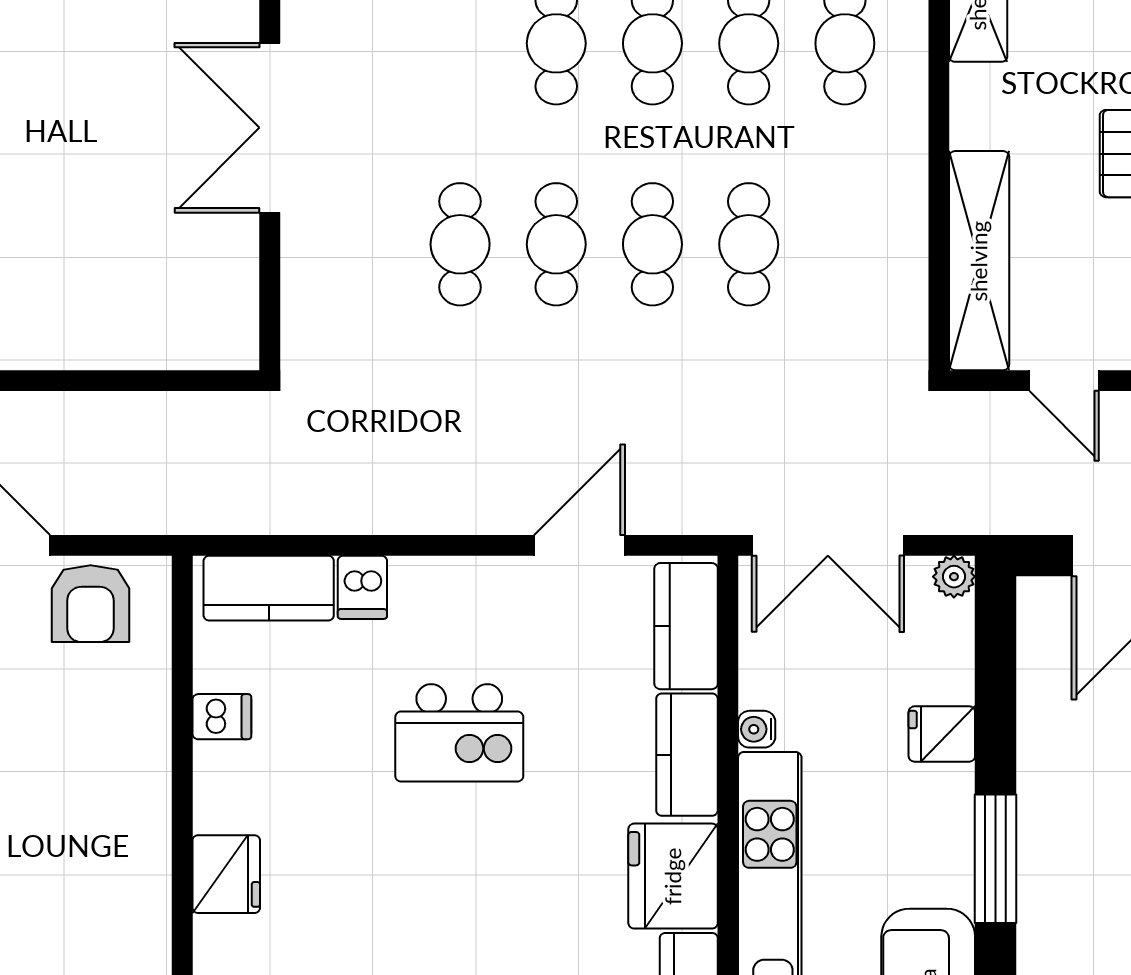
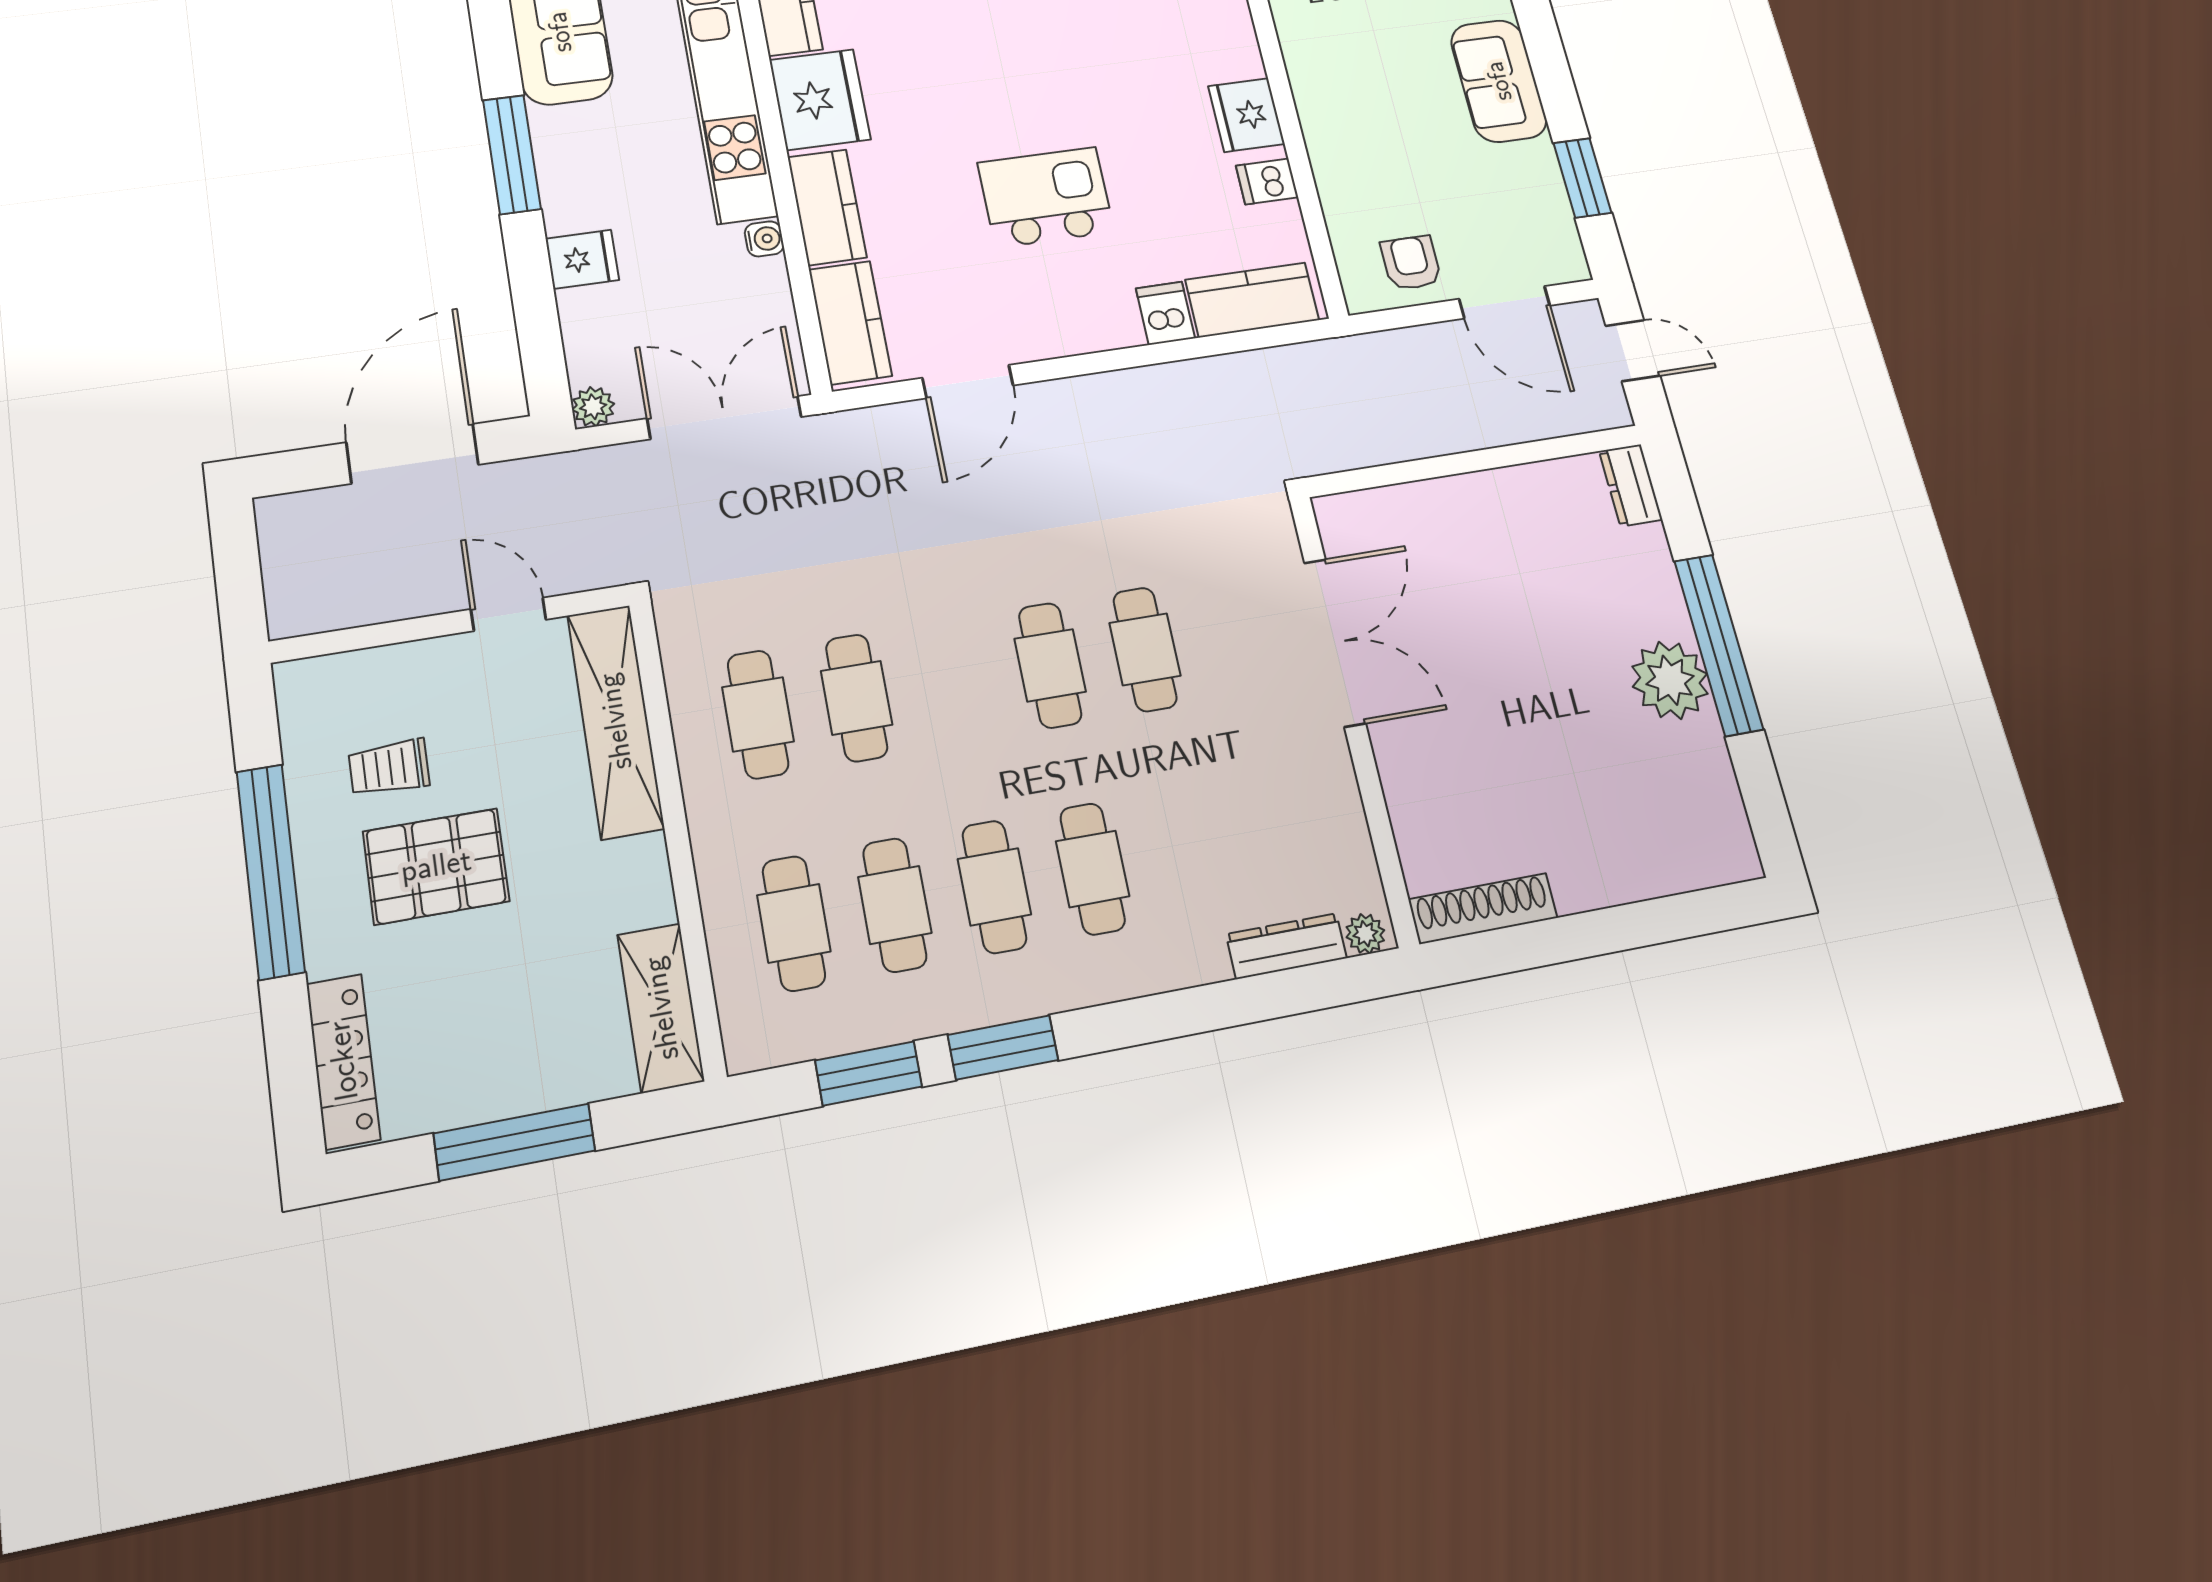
double door: (270, 128) -> (1335, 642), moved
cafe table: (652, 244) -> (758, 714), moved
armchair: (91, 604) -> (1411, 263), width x0.72, depth x0.72
fridge: (226, 874) -> (1246, 115), moved

